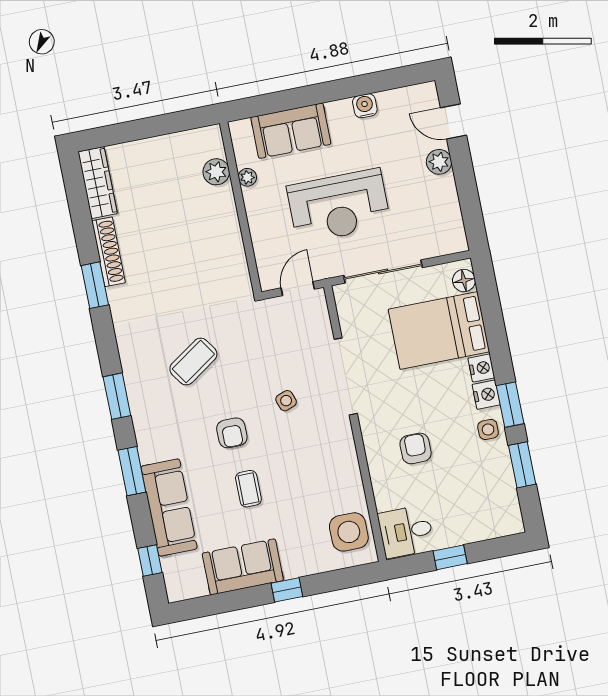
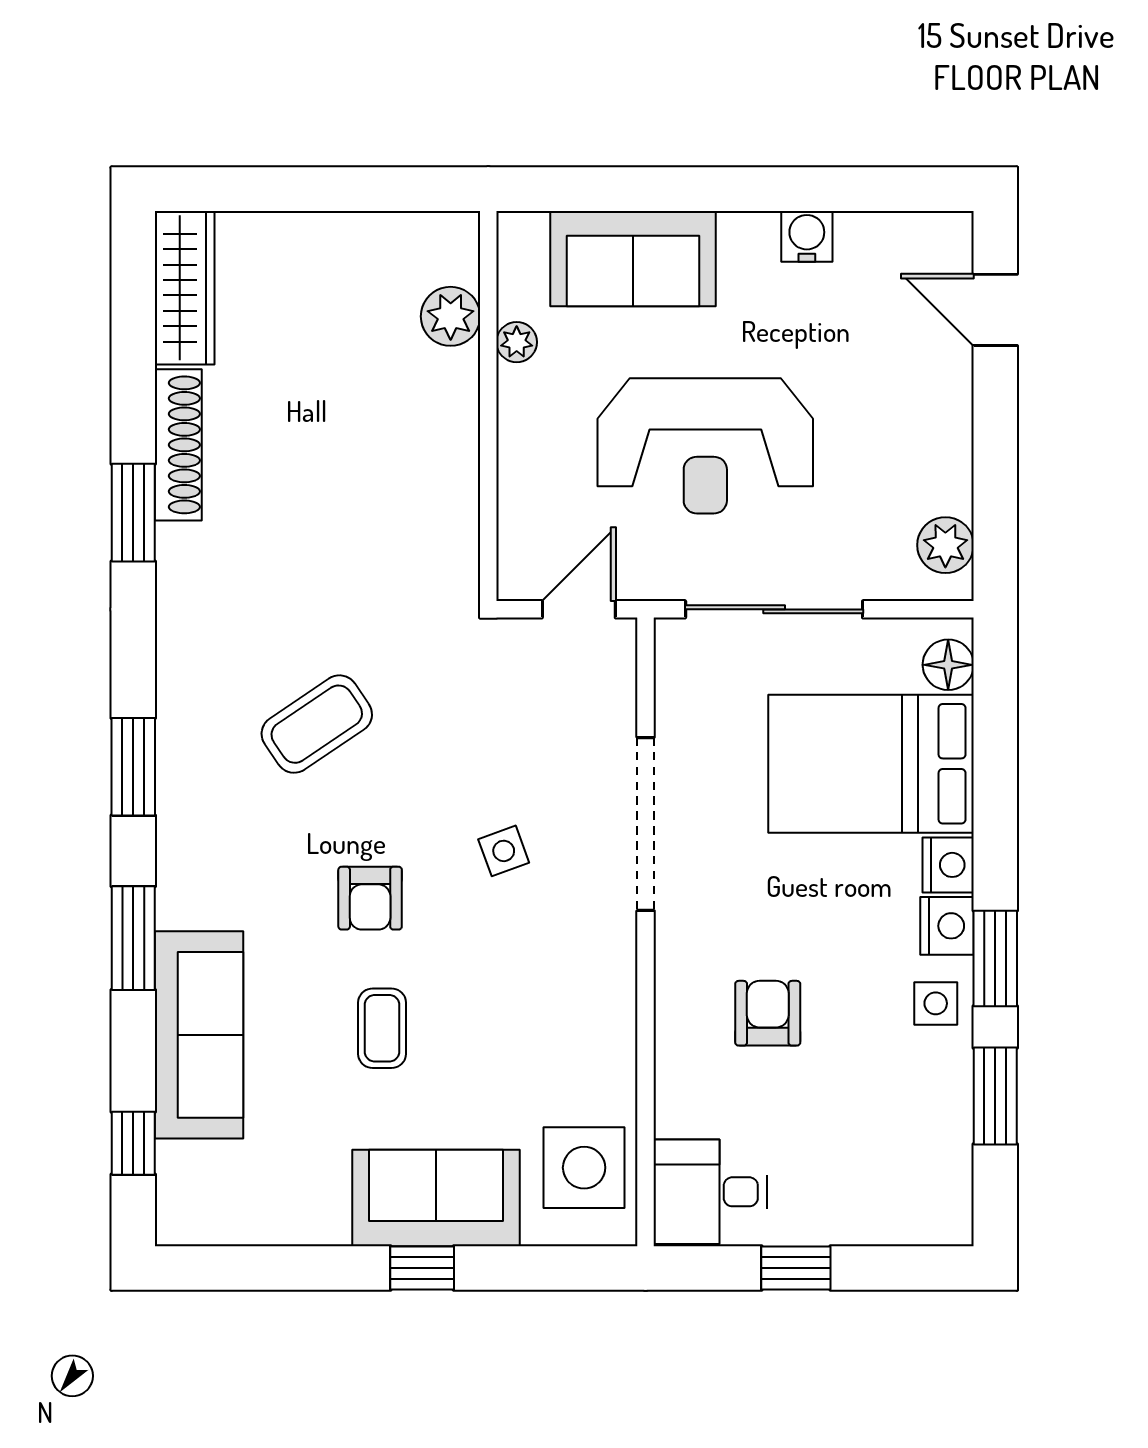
plant: (439, 162) -> (945, 545), moved
sofa: (243, 567) -> (436, 1198), moved

